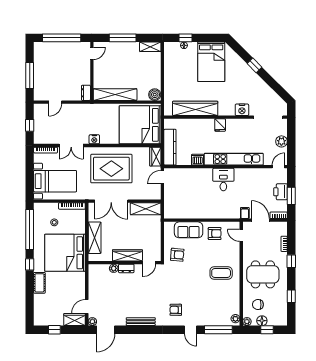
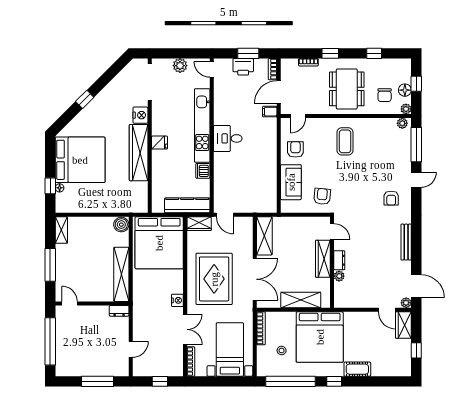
bed: (211, 62) -> (80, 160), width x1.36
door: (55, 102) -> (131, 349), hinge flipped
wardrobe: (195, 108) -> (139, 153), moved

